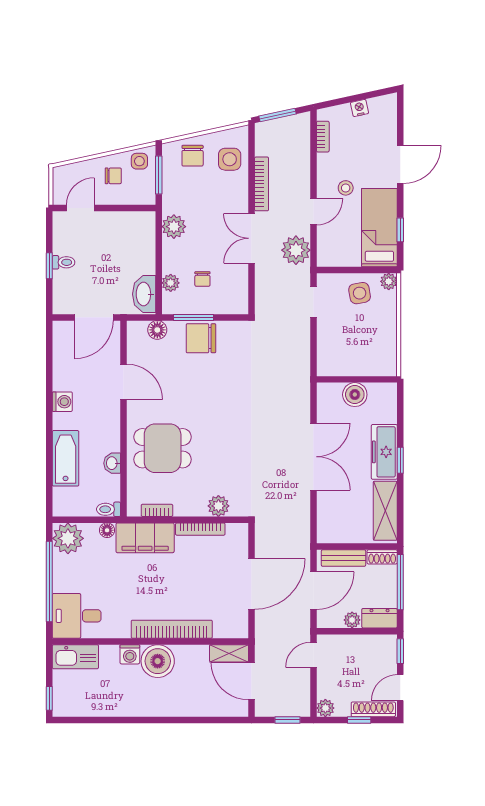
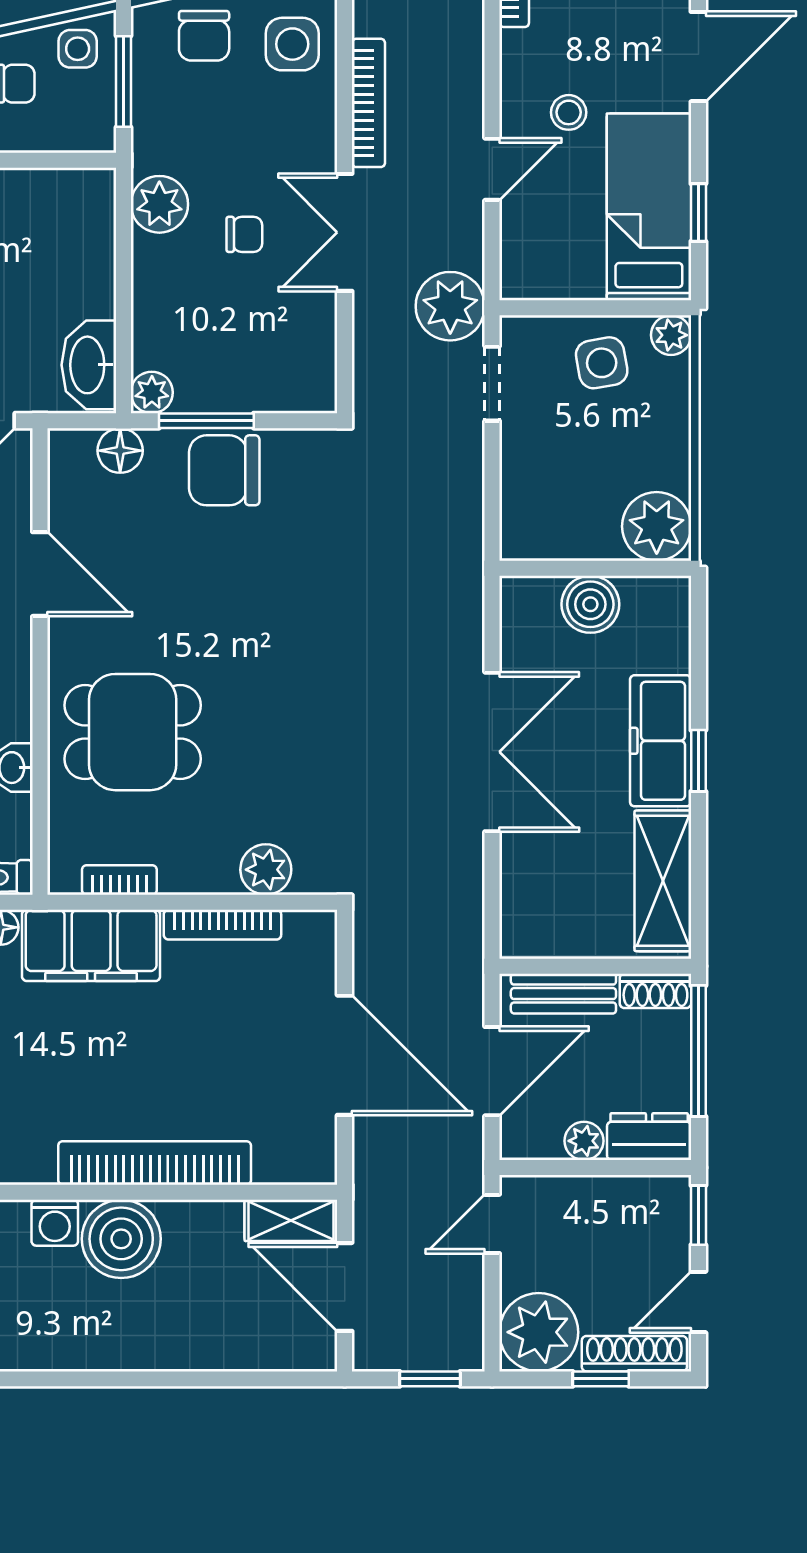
plant: (296, 250) -> (450, 306), moved
chair: (202, 279) -> (244, 234), moved, turned -90
plant: (171, 283) -> (152, 392), moved
plant: (383, 362) -> (657, 526), added
door: (252, 584) -> (345, 1055), hinge flipped
plant: (325, 708) -> (539, 1332), width x1.88, depth x1.88

